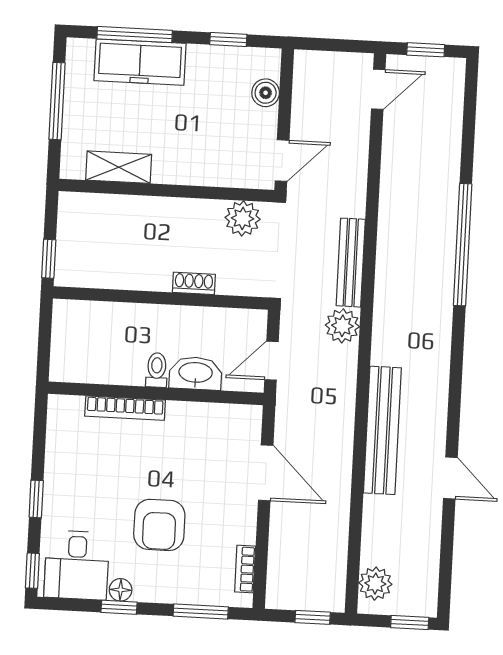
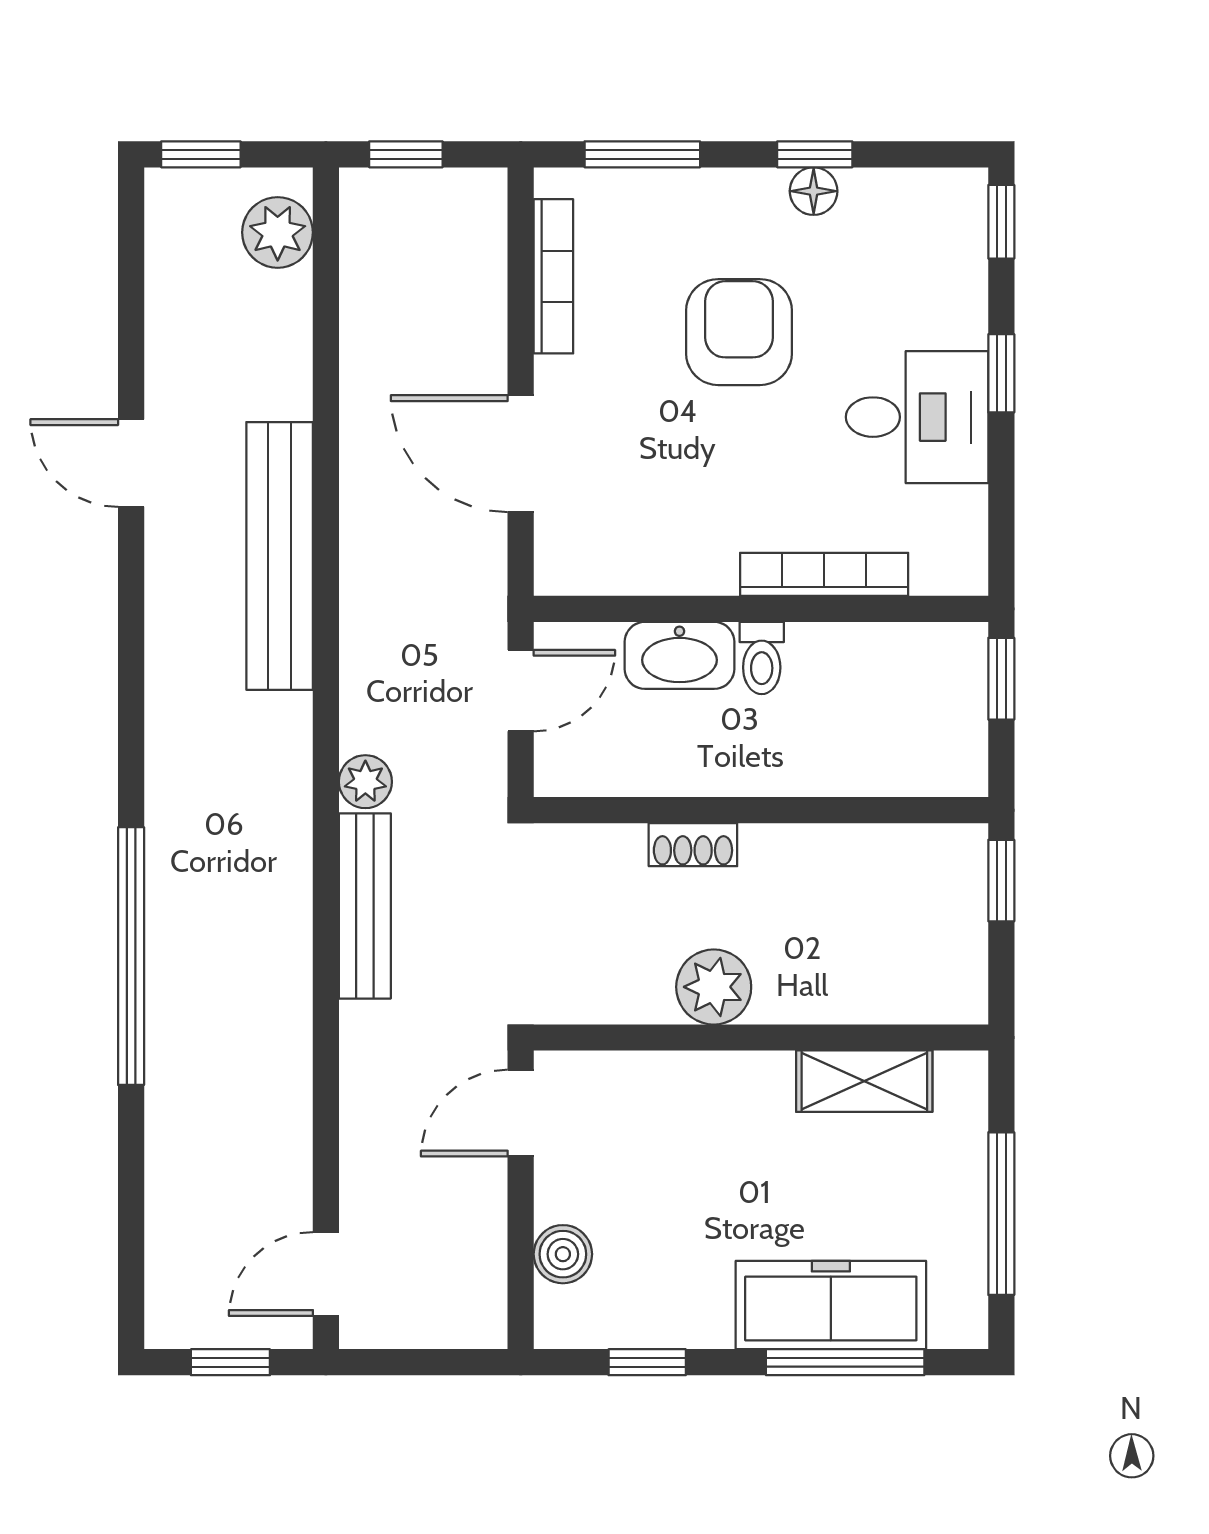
plant: (243, 218) -> (714, 987), moved
plant: (342, 326) -> (365, 782), width x0.73, depth x0.73
window: (44, 354) -> (1001, 679), added
desk: (77, 565) -> (917, 417), moved, turned 90
bookcase: (245, 569) -> (553, 276), width x1.56

